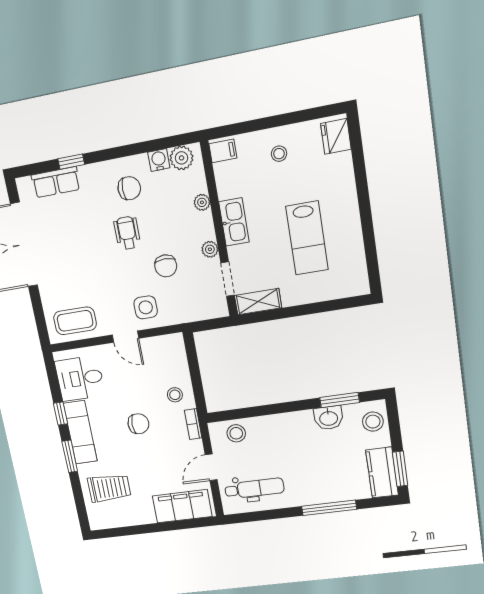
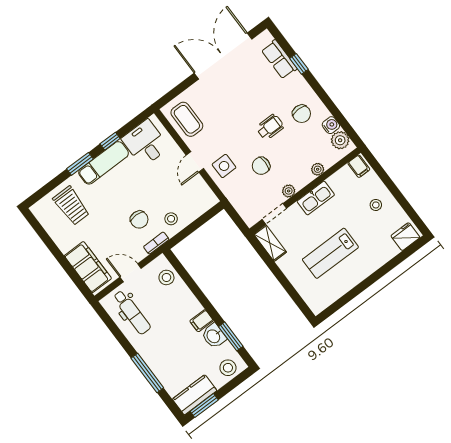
filing cabinet: (304, 422) -> (202, 321), added
chair: (138, 424) -> (139, 220), moved

